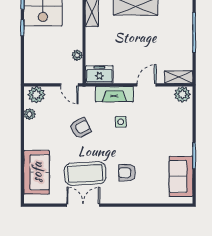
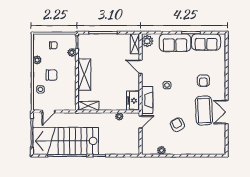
fireplace: (114, 94) -> (147, 100), moved
plant: (36, 95) -> (148, 146), removed
armchair: (80, 128) -> (177, 125), moved
sofa: (37, 172) -> (175, 43), moved, turned 180

